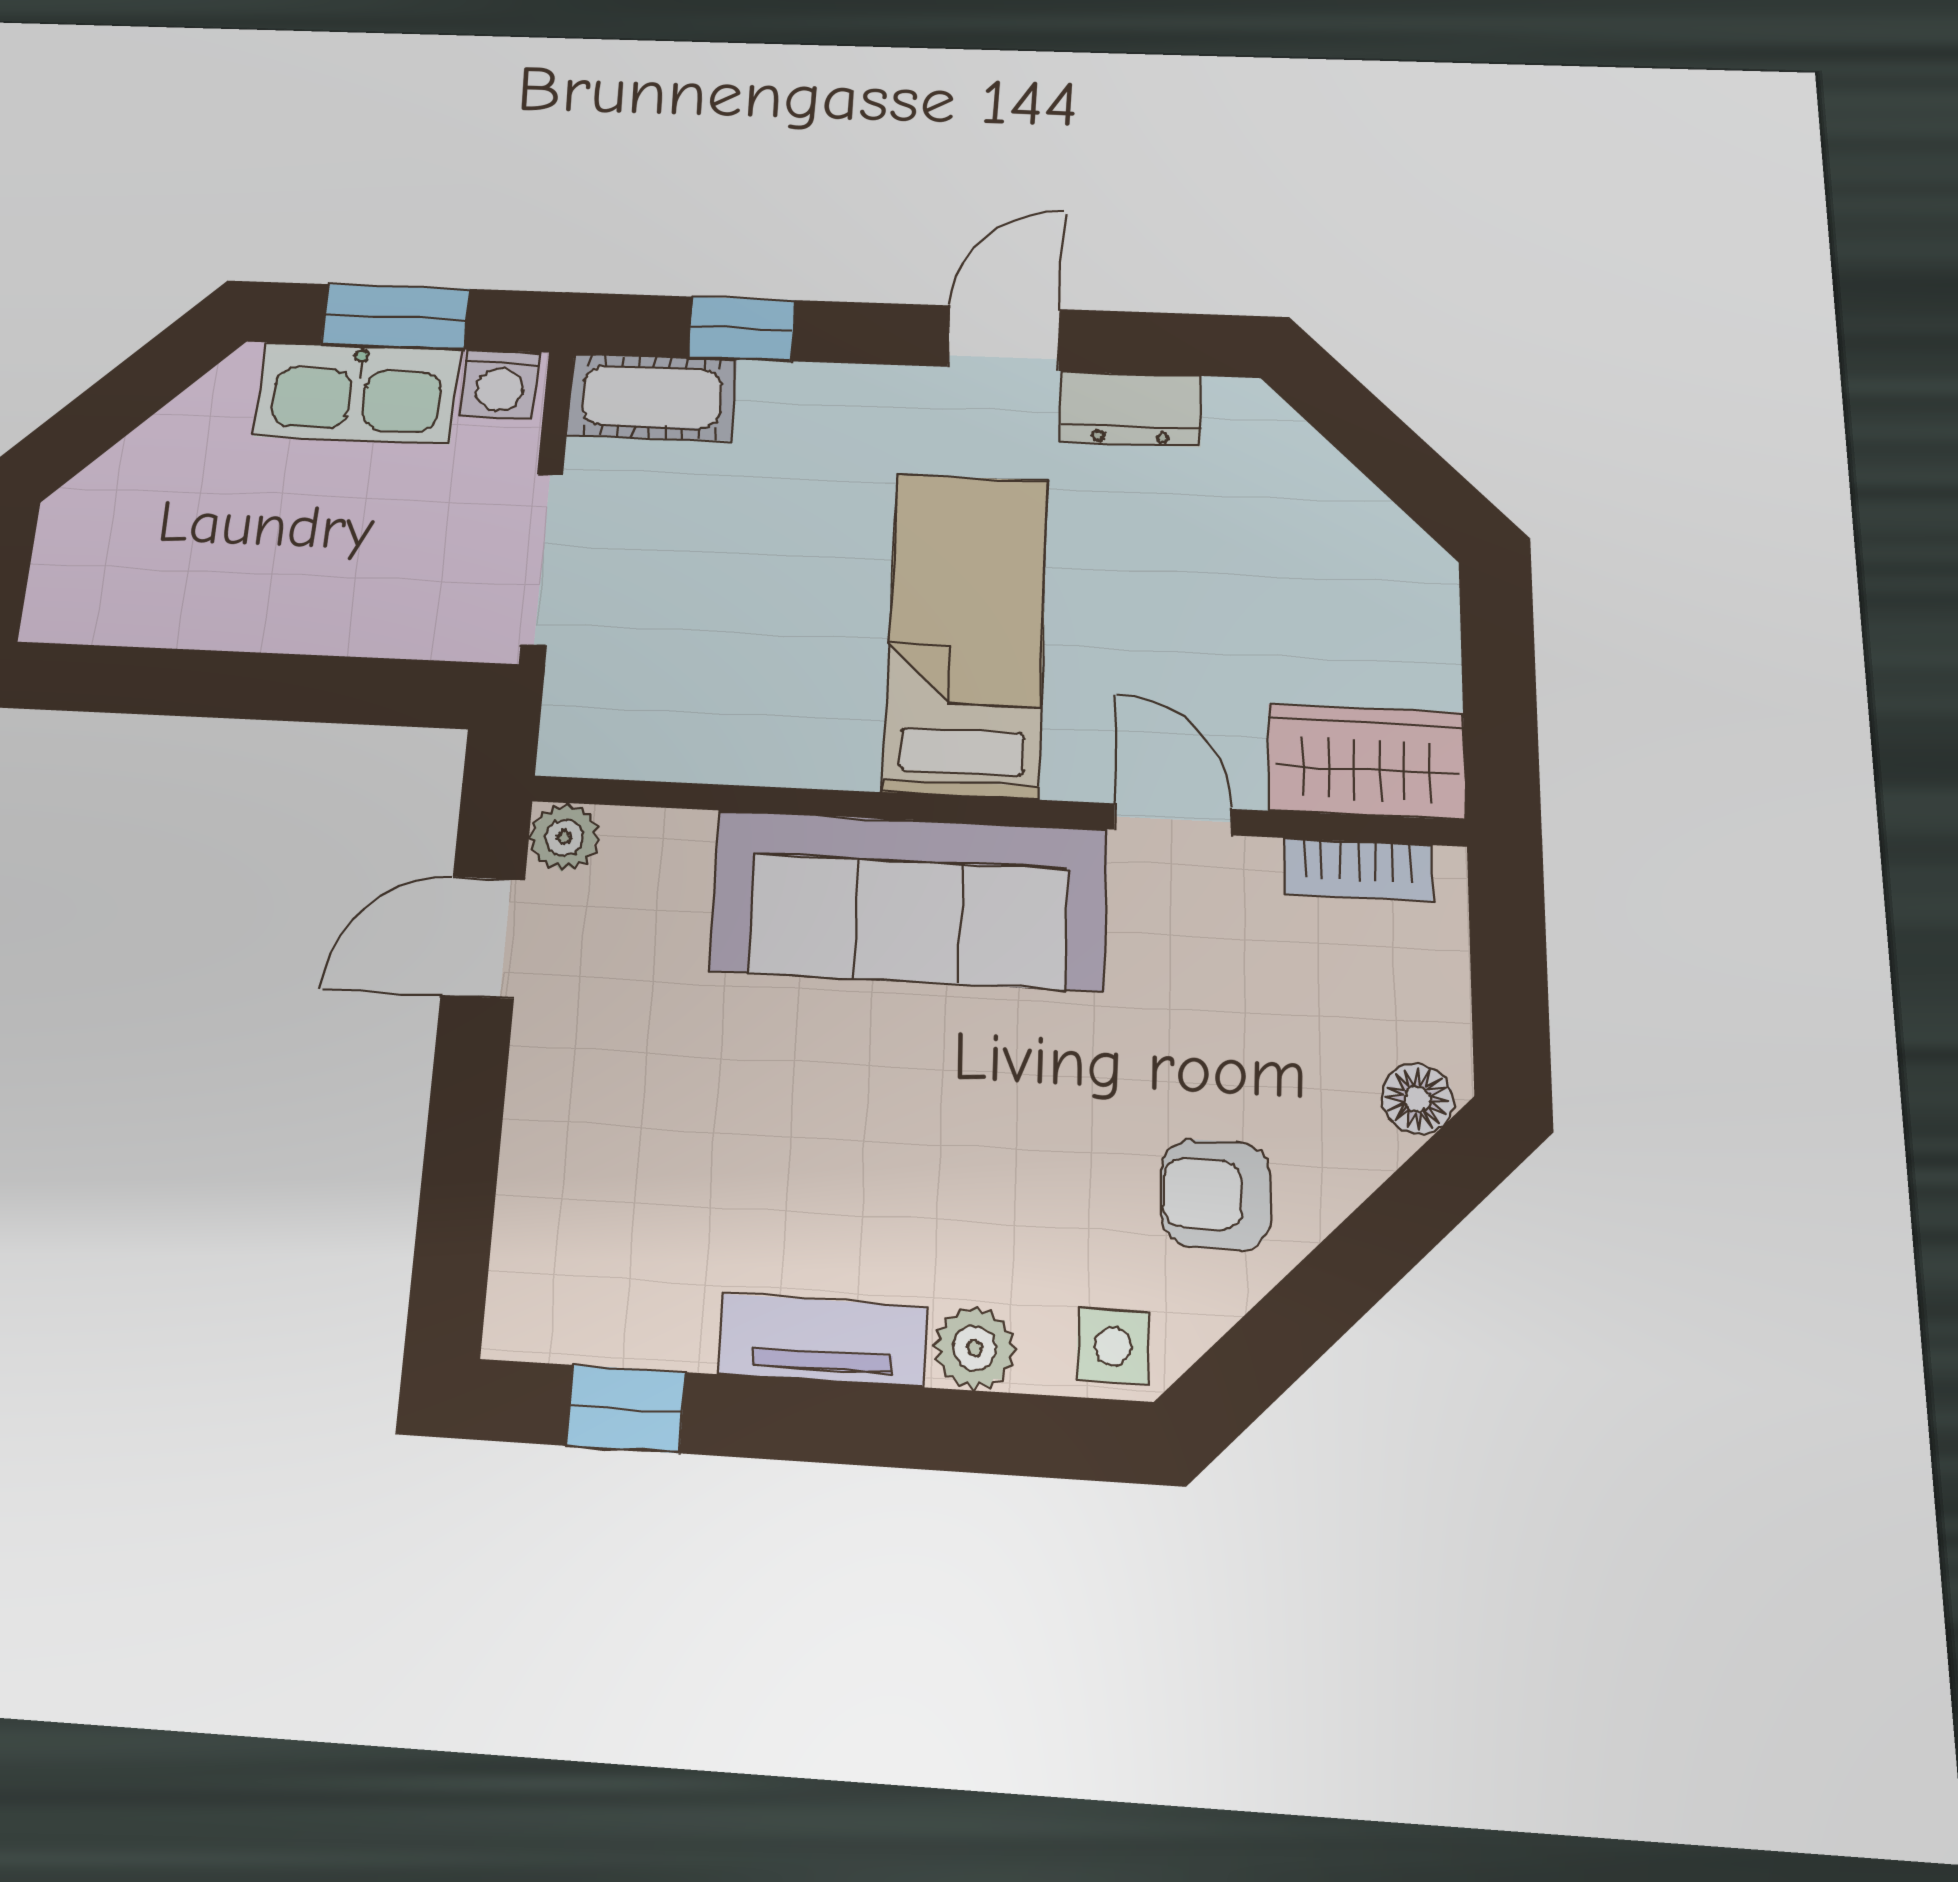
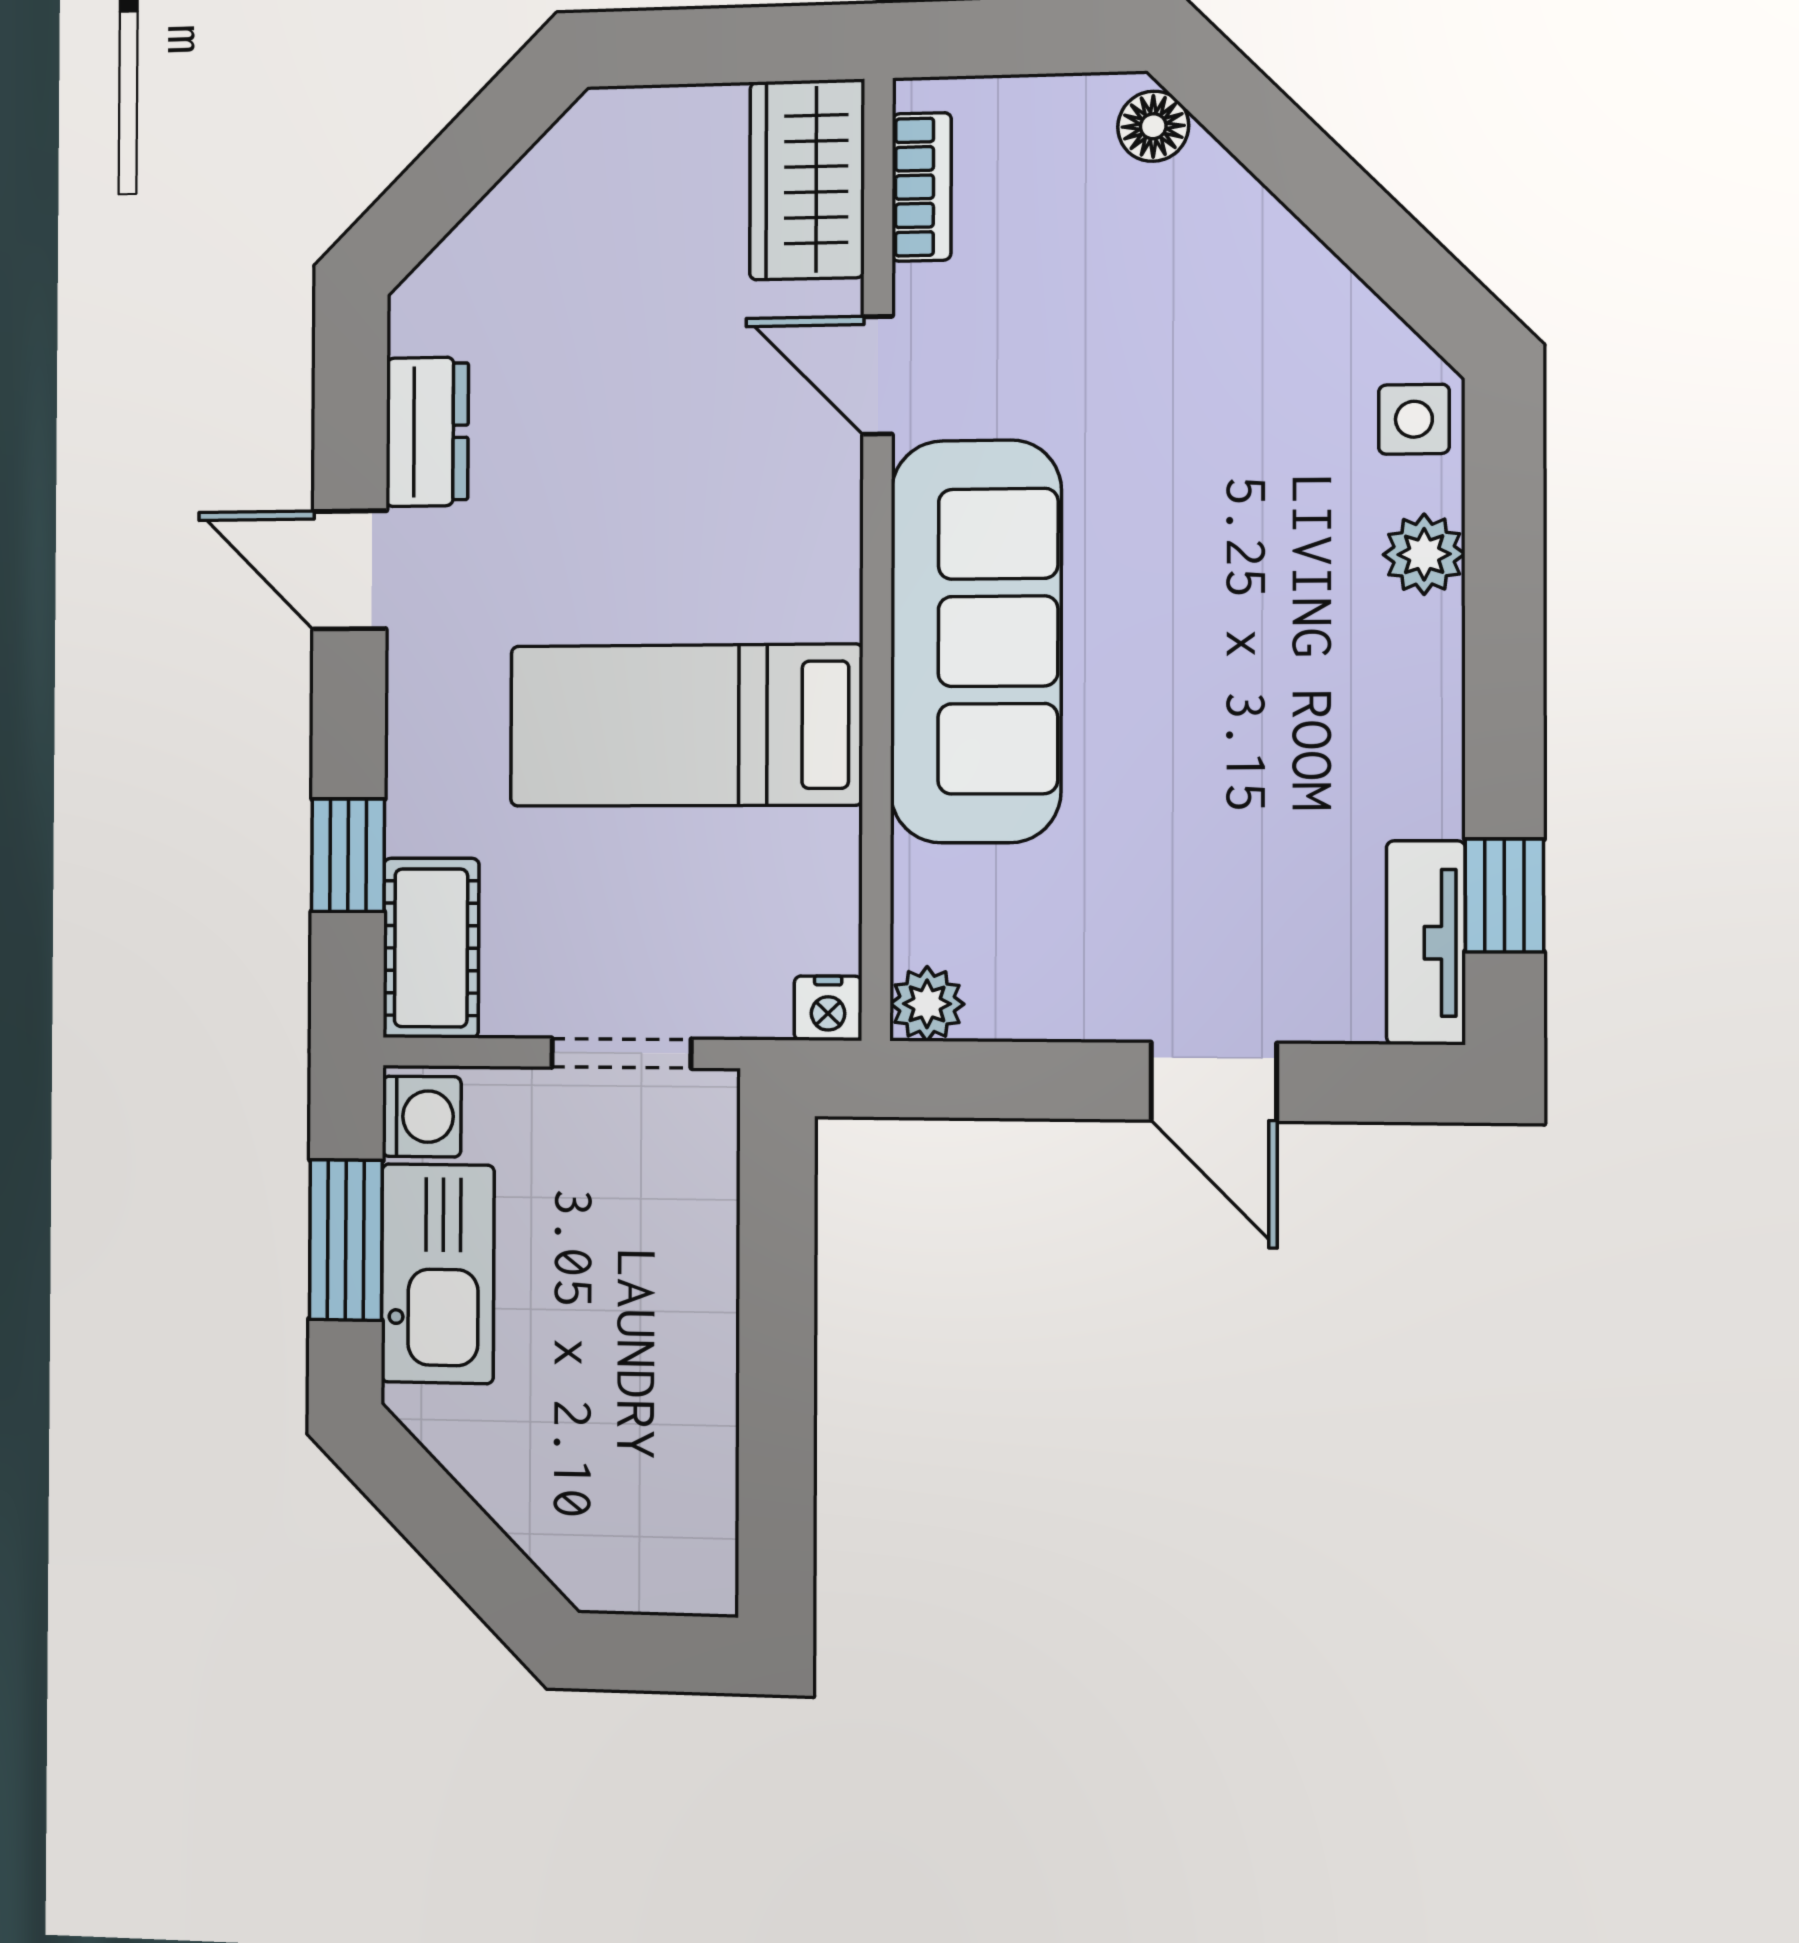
doorway: (542, 559) -> (621, 1053), width x0.73
bed: (966, 634) -> (686, 725), moved
nightstand: (568, 746) -> (828, 1008), added
door: (1173, 819) -> (878, 375), hinge flipped
door: (483, 937) -> (1214, 1082), moved
armchair: (1216, 1195) -> (1260, 323), removed
tv unit: (823, 1340) -> (1426, 943), moved

